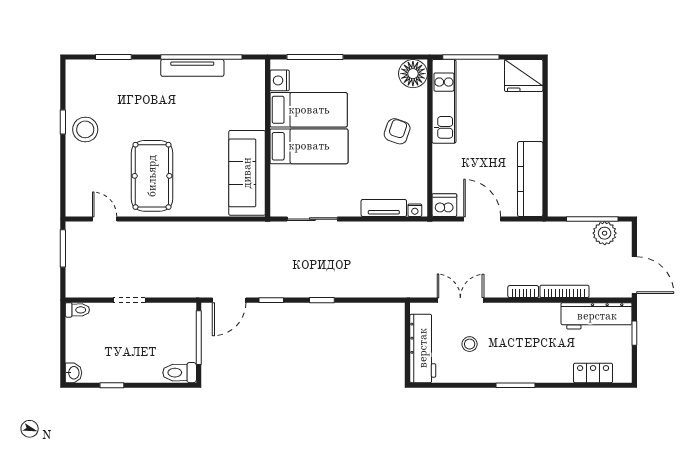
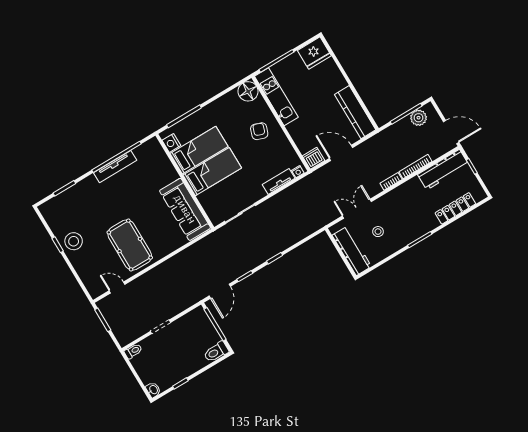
locker: (593, 373) -> (455, 208), width x1.53

